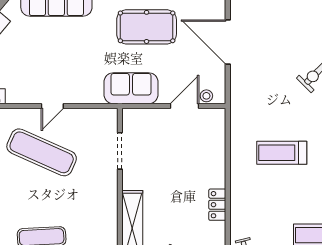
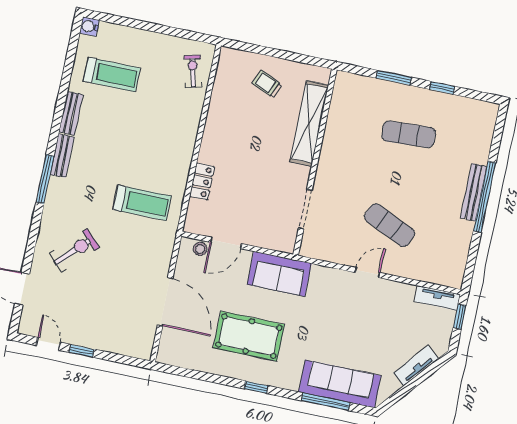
exercise mat: (42, 152) -> (390, 225), width x0.73, depth x0.69
treadmill: (282, 153) -> (142, 203), moved
locker: (217, 205) -> (202, 181), moved

